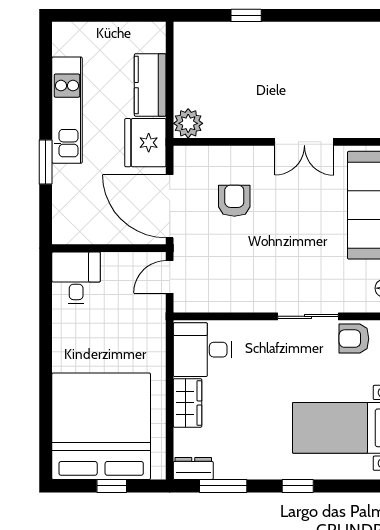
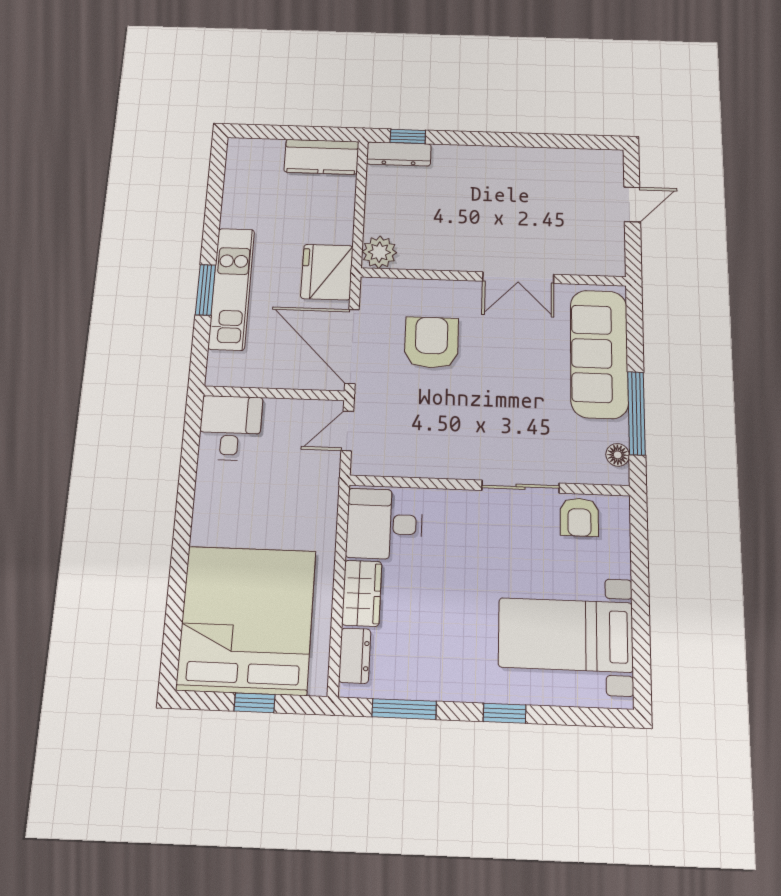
window: (246, 15) -> (408, 136), moved
dresser: (201, 32) -> (399, 154), added
kitchen counter: (150, 85) -> (322, 157), moved, turned -90
kitchen unit: (67, 110) -> (231, 289), moved
armchair: (234, 201) -> (431, 342), width x1.38, depth x1.38
armchair: (354, 339) -> (579, 517), turned -90
dresser: (193, 468) -> (355, 656), moved, turned 90

